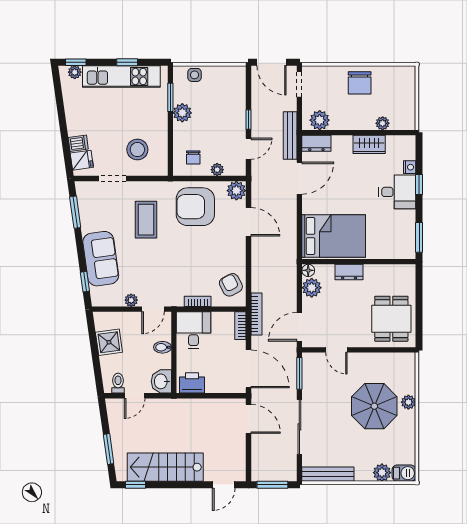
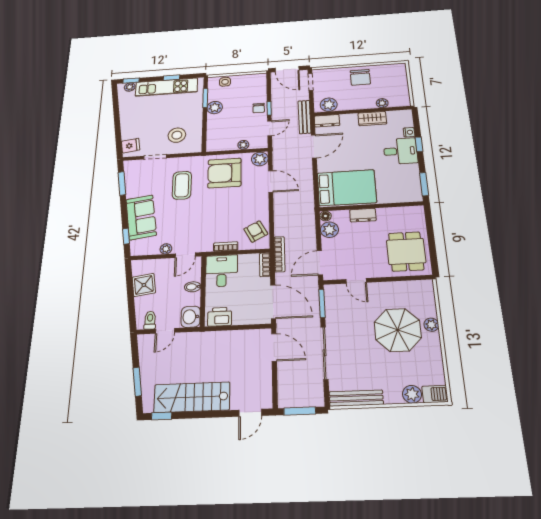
dishwasher: (78, 143) -> (128, 134), removed
chair: (193, 157) -> (259, 108), moved

